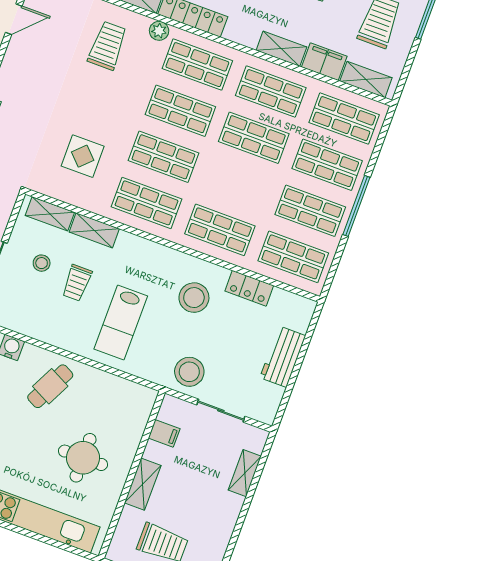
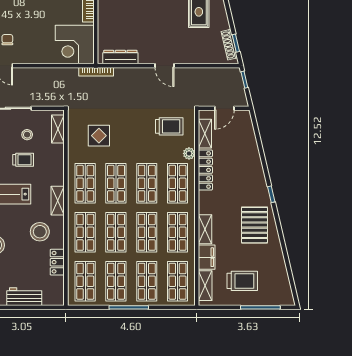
shop shelf: (237, 184) -> (116, 232), added
shelving: (94, 230) -> (58, 201), moved
trolley: (77, 283) -> (23, 160), turned 180

